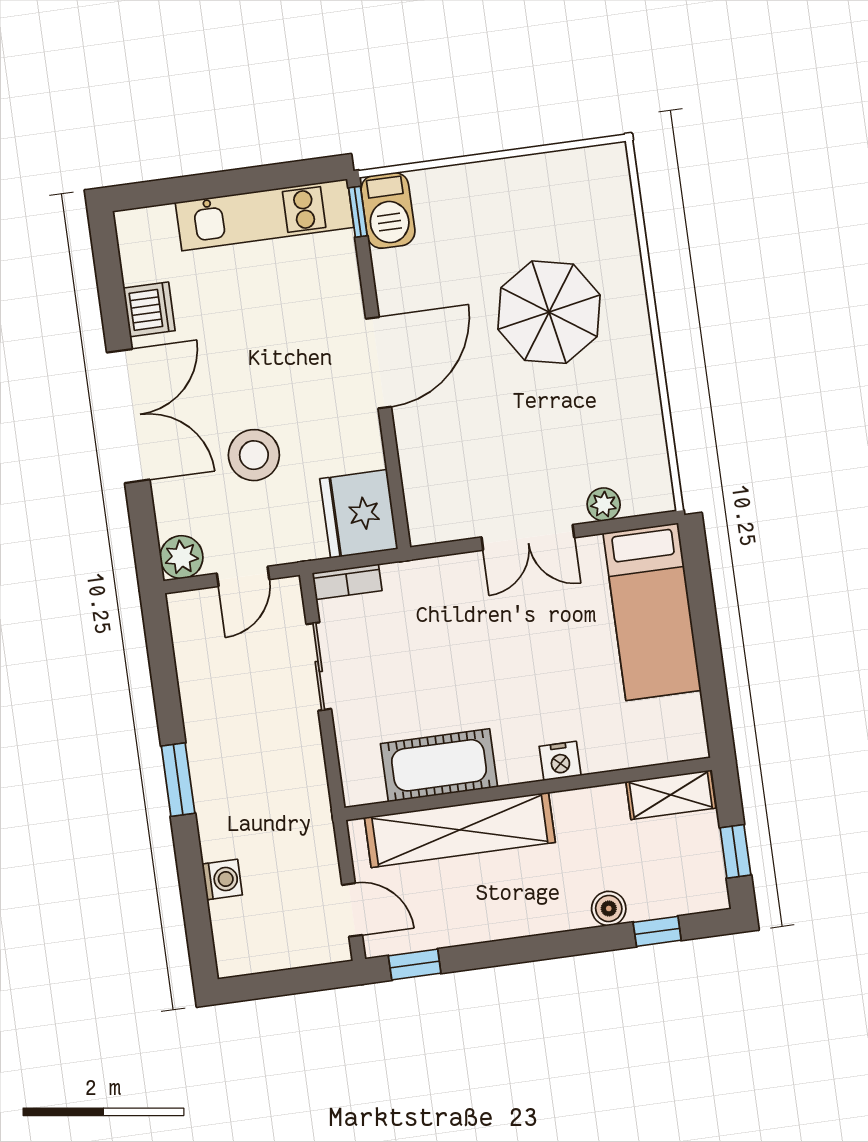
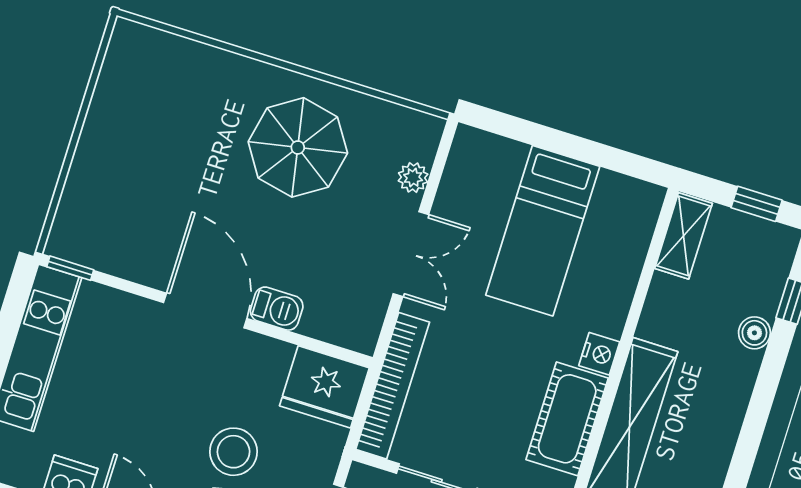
barbecue: (388, 210) -> (277, 309), moved, width x0.73, depth x0.79
parasol: (549, 312) -> (298, 147), moved
bookcase: (347, 582) -> (393, 386), width x2.31, depth x1.31
bed: (652, 612) -> (543, 231), moved, turned 90
nightstand: (560, 761) -> (599, 354), moved

